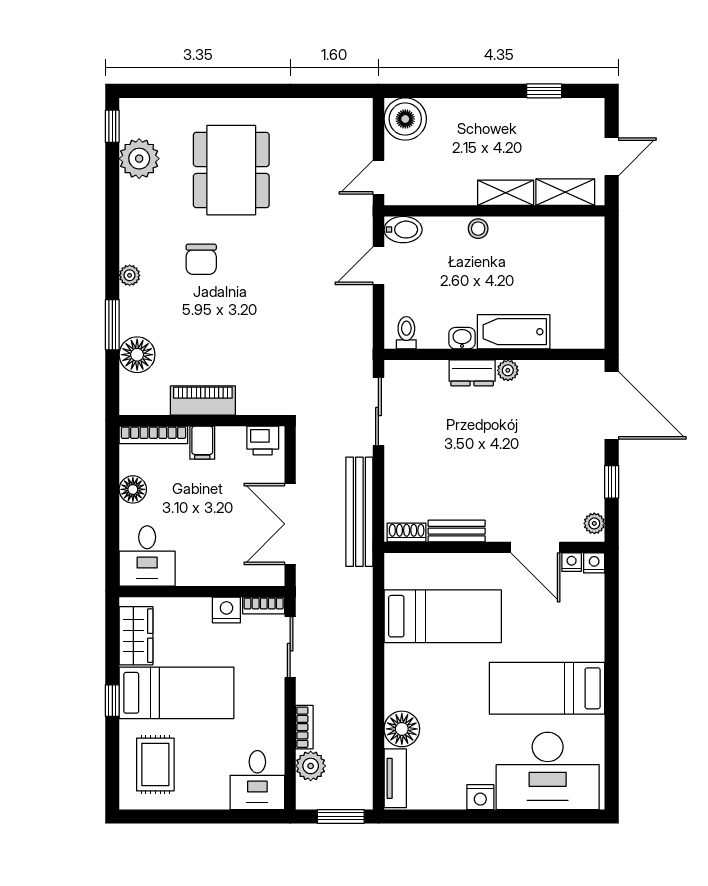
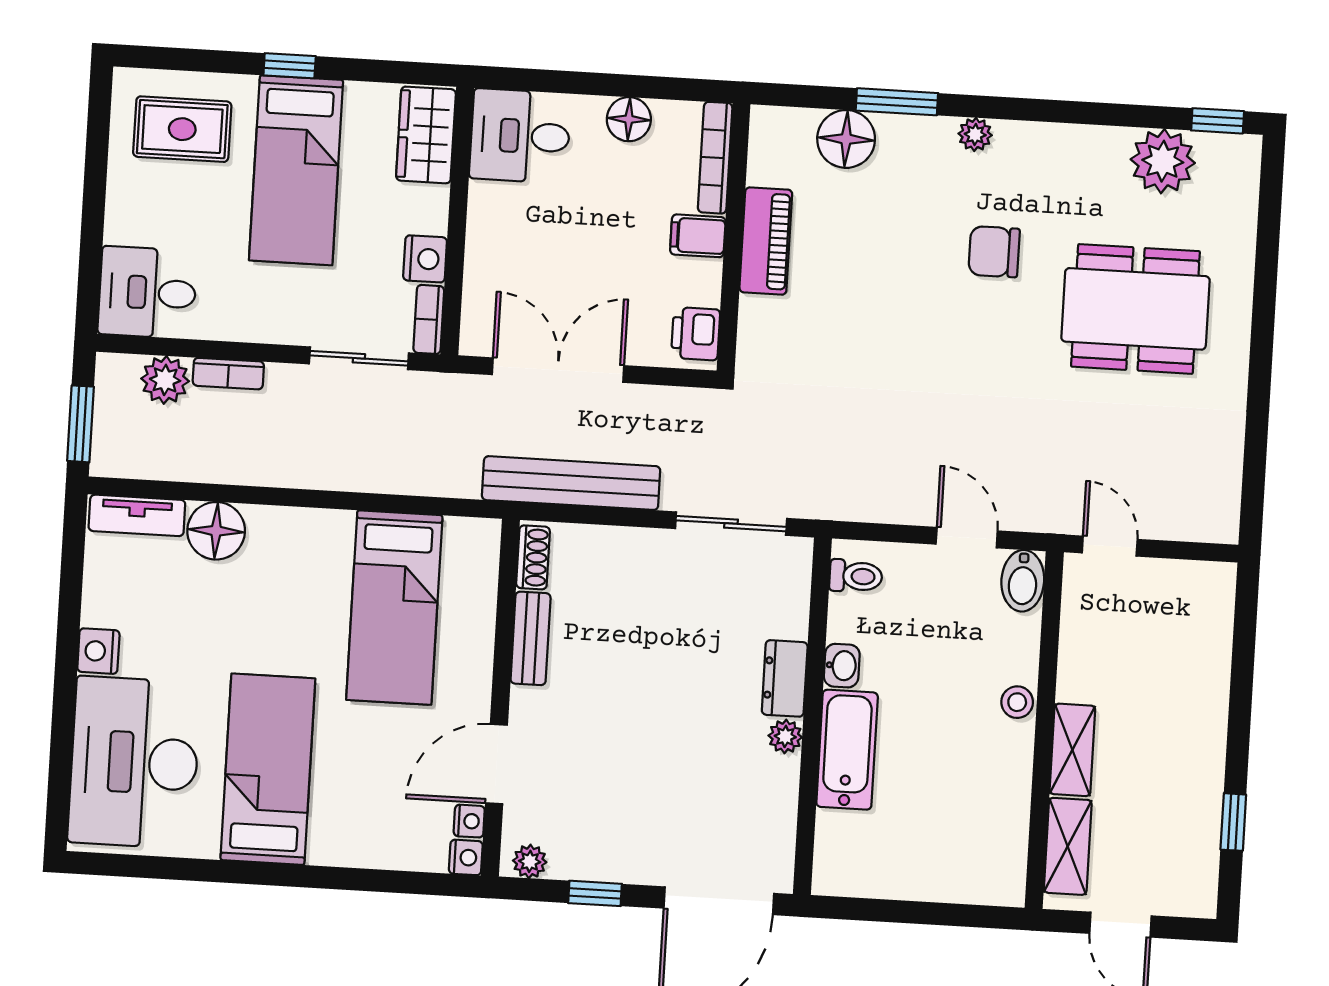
boiler: (405, 119) -> (1201, 595), removed
wardrobe: (136, 636) -> (426, 135), moved, turned 90

